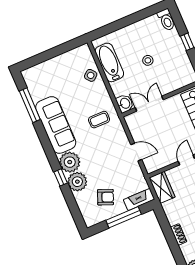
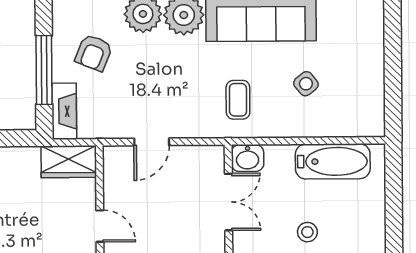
side table: (91, 75) -> (306, 84), moved

